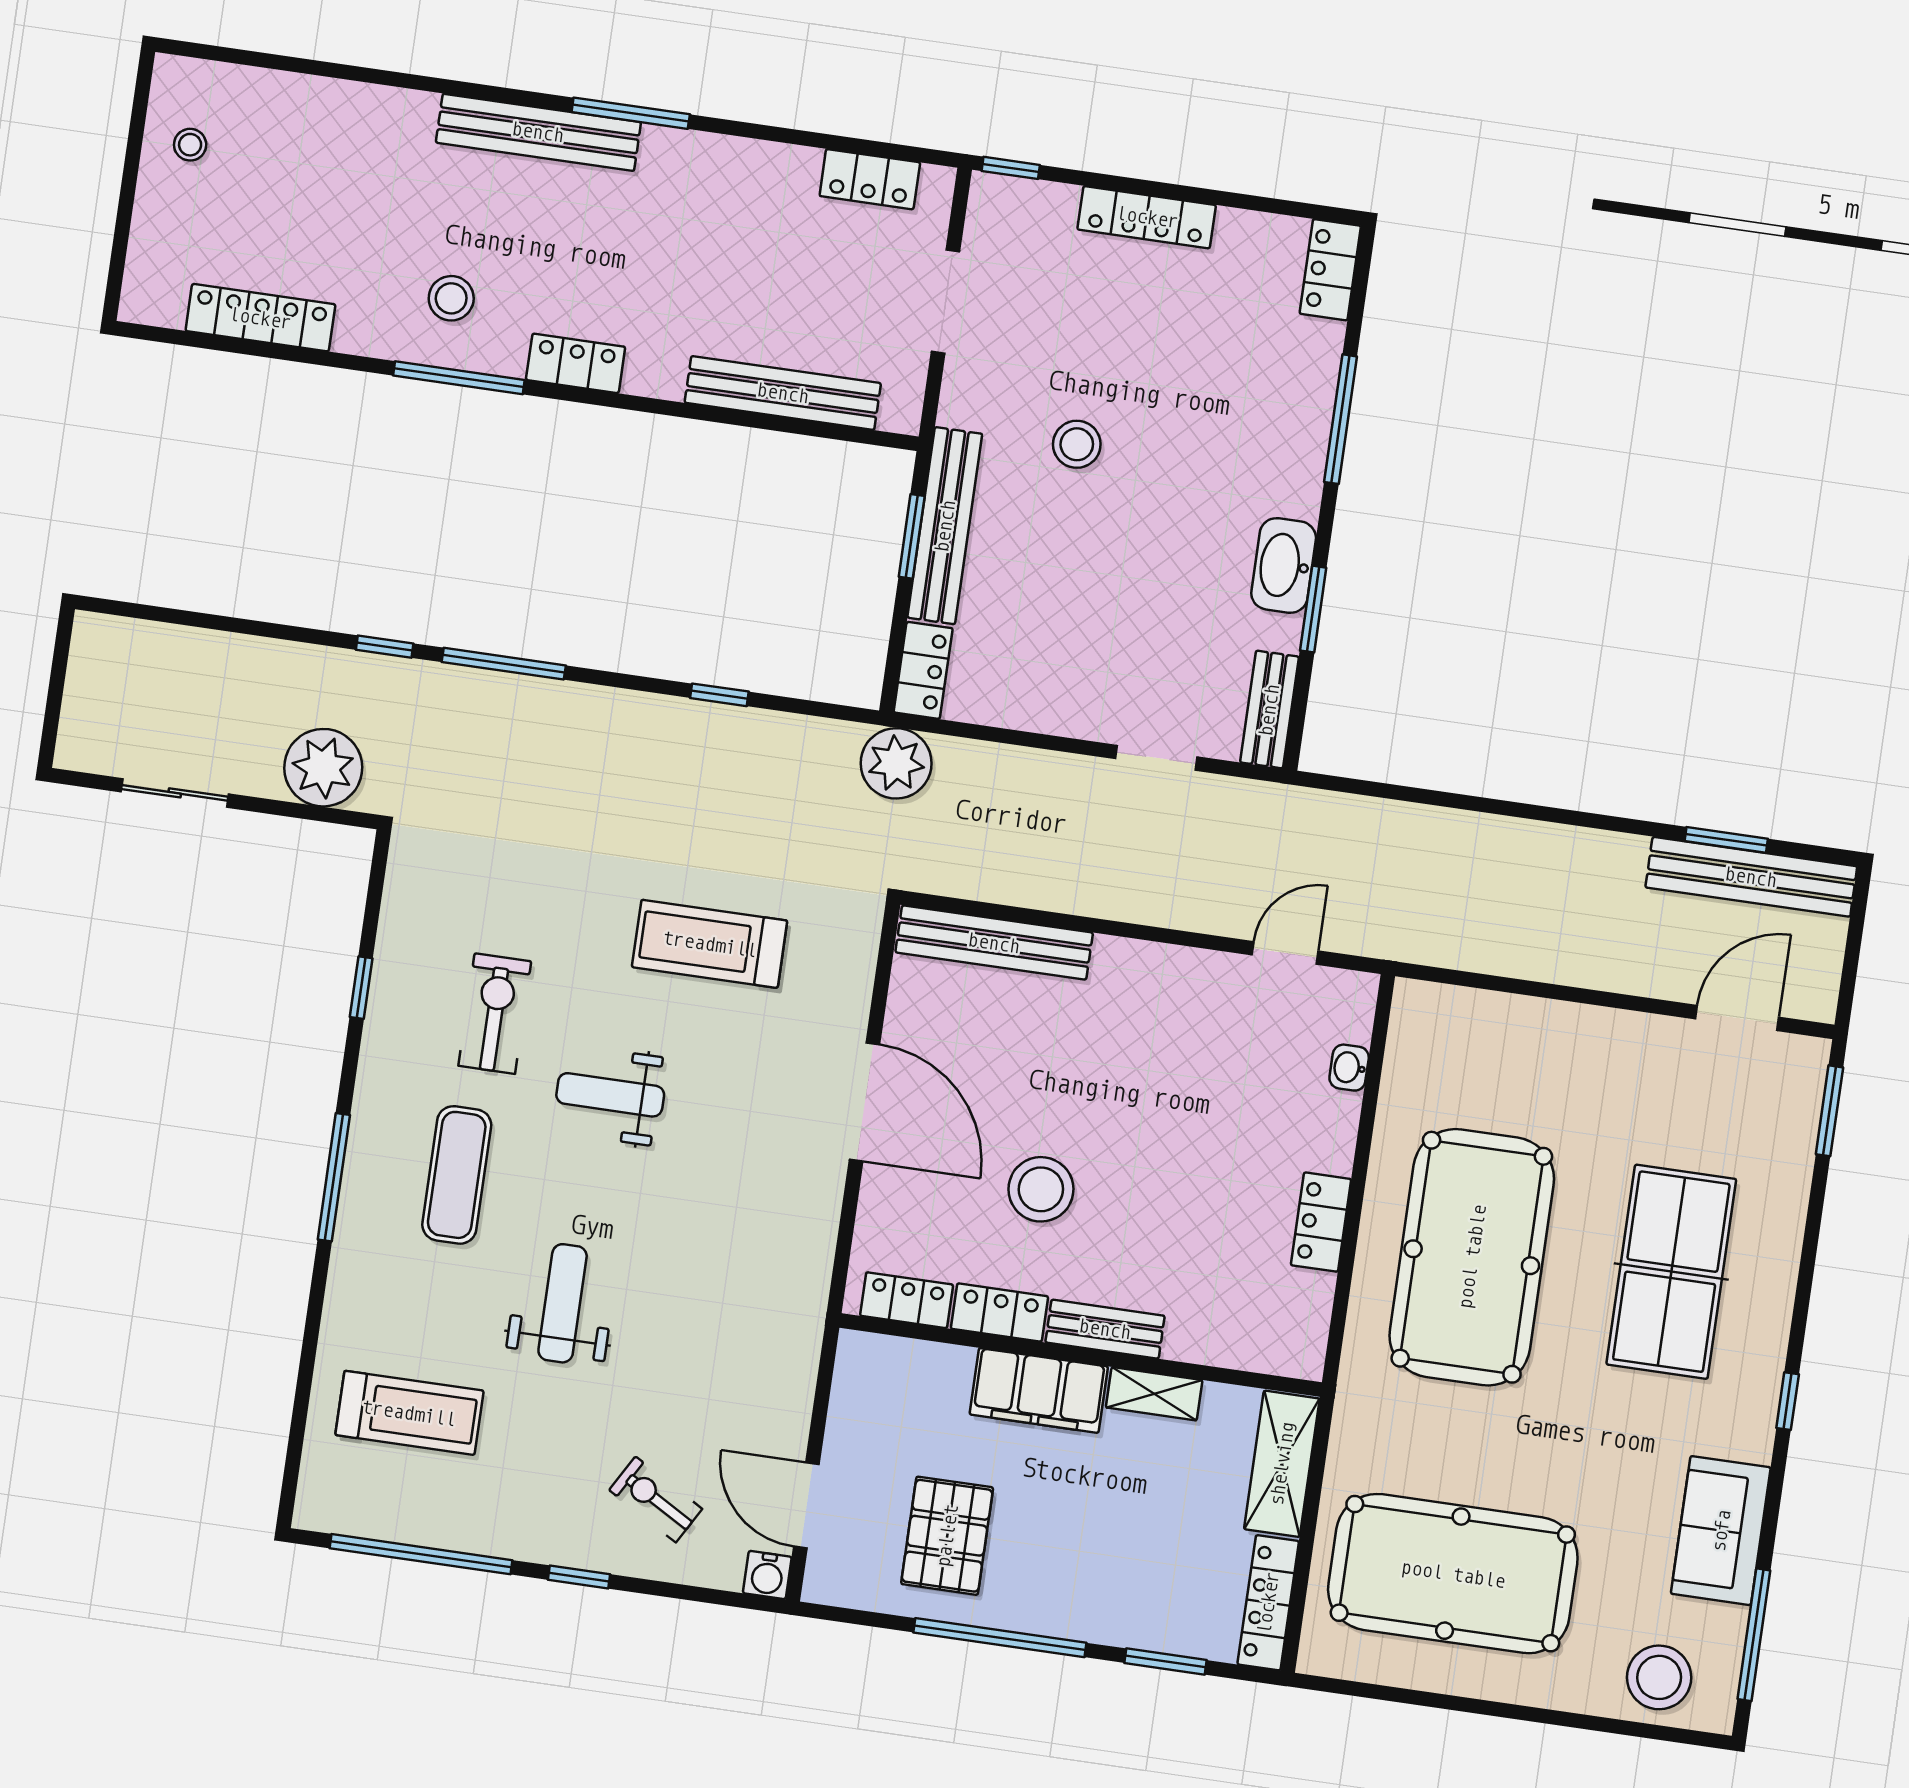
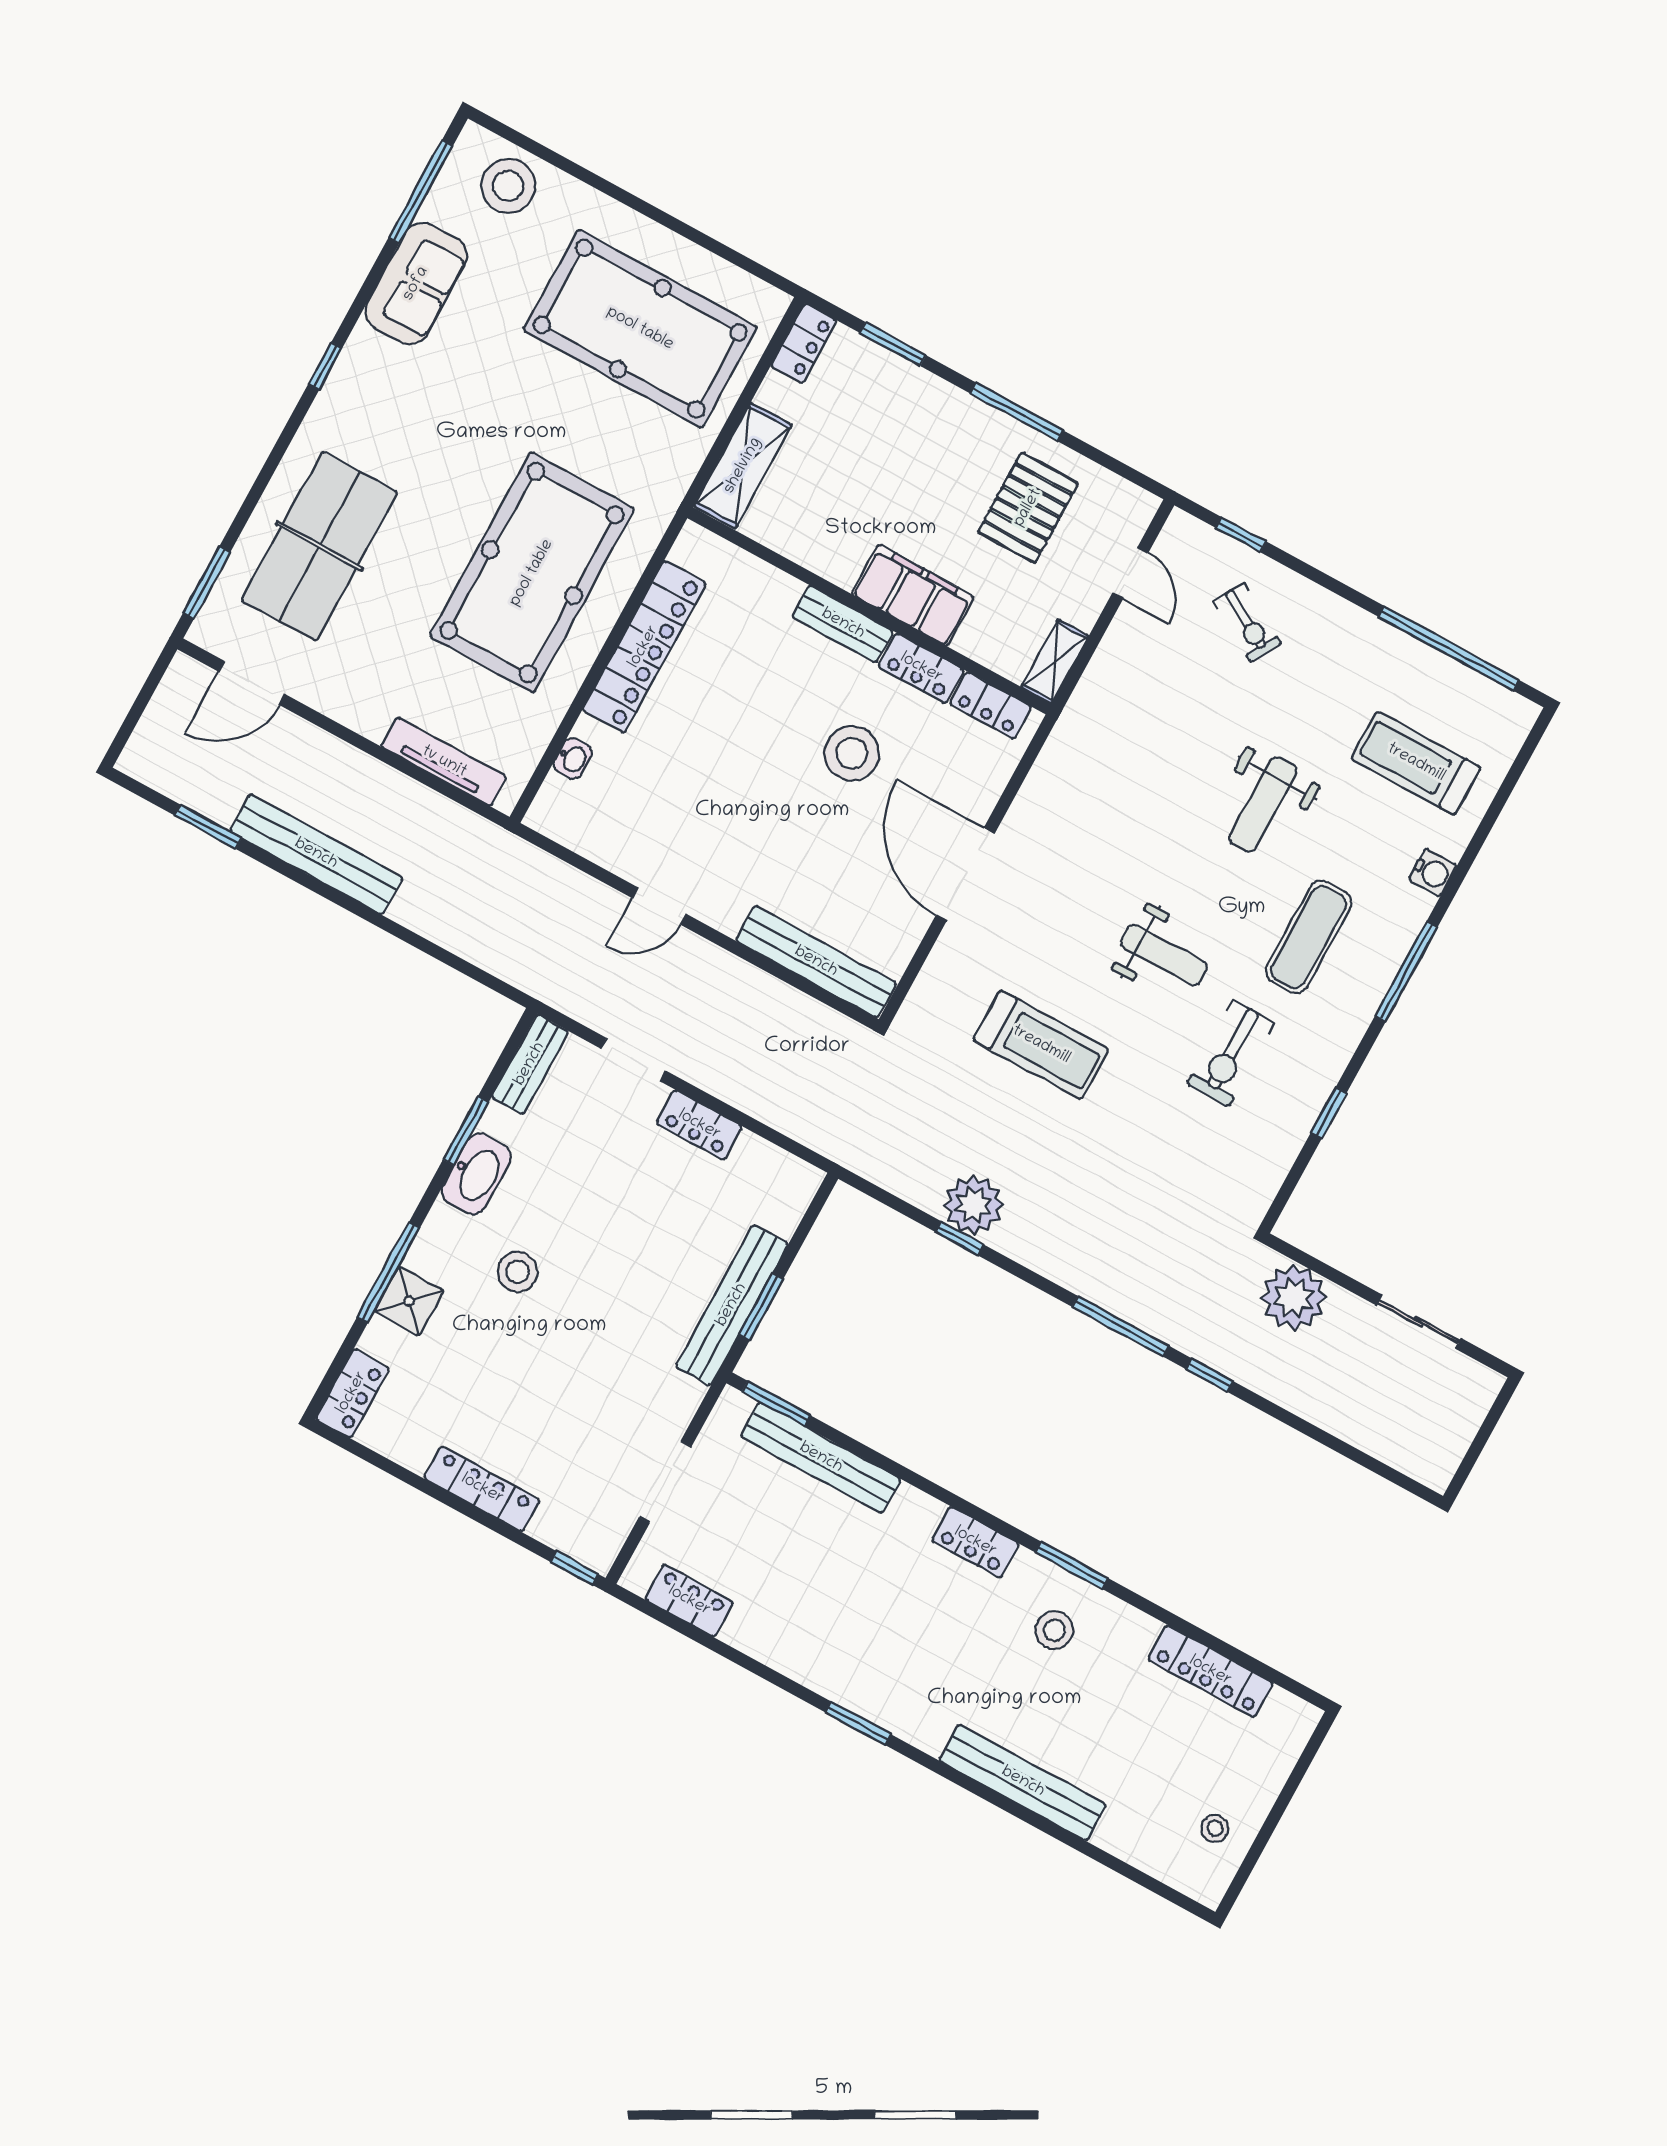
window: (631, 113) -> (858, 1723), width x0.69
bench: (538, 132) -> (1023, 1782), moved
window: (459, 378) -> (1072, 1565), width x0.69
shower: (1306, 396) -> (409, 1301), added
window: (855, 435) -> (776, 1404), added
stool: (1077, 444) -> (518, 1272), moved
locker: (923, 670) -> (699, 1125), moved, turned -90
plant: (896, 763) -> (974, 1205), moved
bench: (1751, 877) -> (316, 854), moved
door: (1285, 953) -> (659, 906), moved
tv unit: (1491, 1010) -> (444, 762), added
locker: (1321, 1222) -> (644, 647), width x2.16, depth x1.21
table tennis table: (1671, 1272) -> (319, 546), moved
shelving: (1154, 1394) -> (1055, 662), moved, turned 90
door: (806, 1505) -> (1130, 573), width x0.73
water cooler: (767, 1575) -> (1433, 872), moved, turned 90
window: (579, 1577) -> (1241, 534), moved
locker: (1268, 1603) -> (804, 343), width x0.66
window: (1000, 1638) -> (1016, 412), width x0.68

